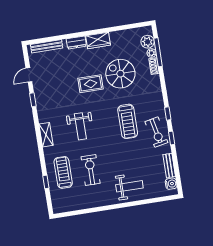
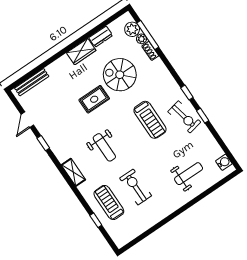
dresser: (76, 43) -> (101, 37), moved
bench: (169, 166) -> (213, 145), removed
weight bench: (129, 186) -> (189, 174), moved

